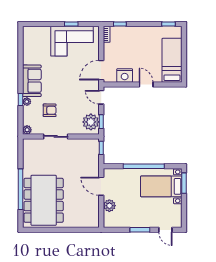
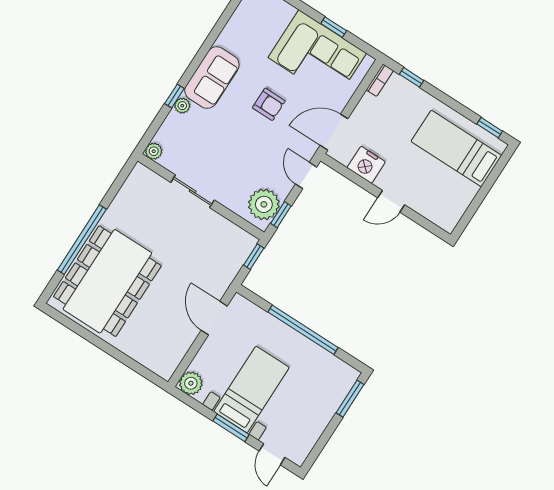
bed: (172, 60) -> (456, 148), moved, turned -90
door: (146, 84) -> (391, 201), swing flipped
armchair: (50, 110) -> (269, 104), moved
bed with nightstands: (161, 186) -> (252, 389), moved, turned 90
plant: (109, 206) -> (191, 383), moved

